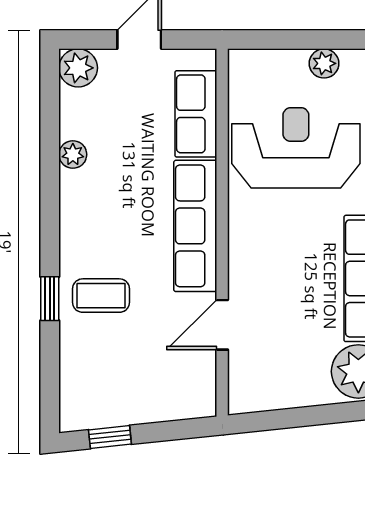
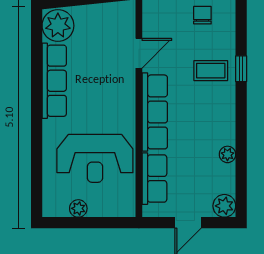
chair: (115, 389) -> (202, 15), added

